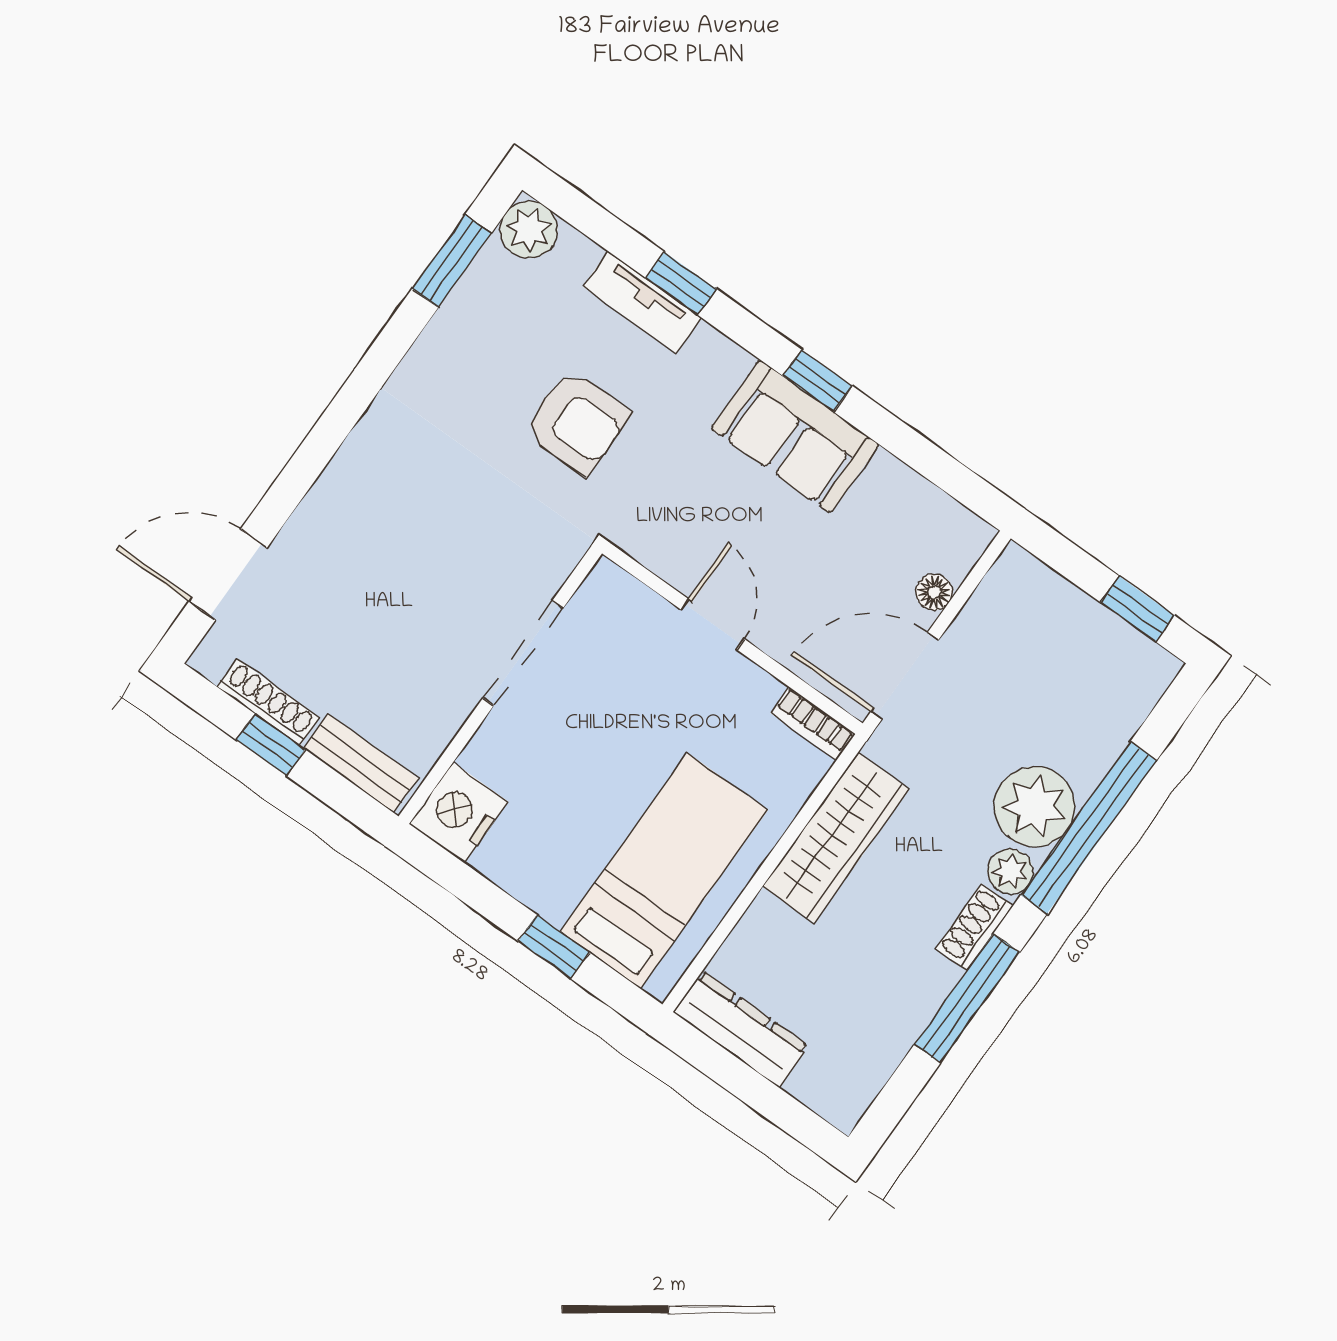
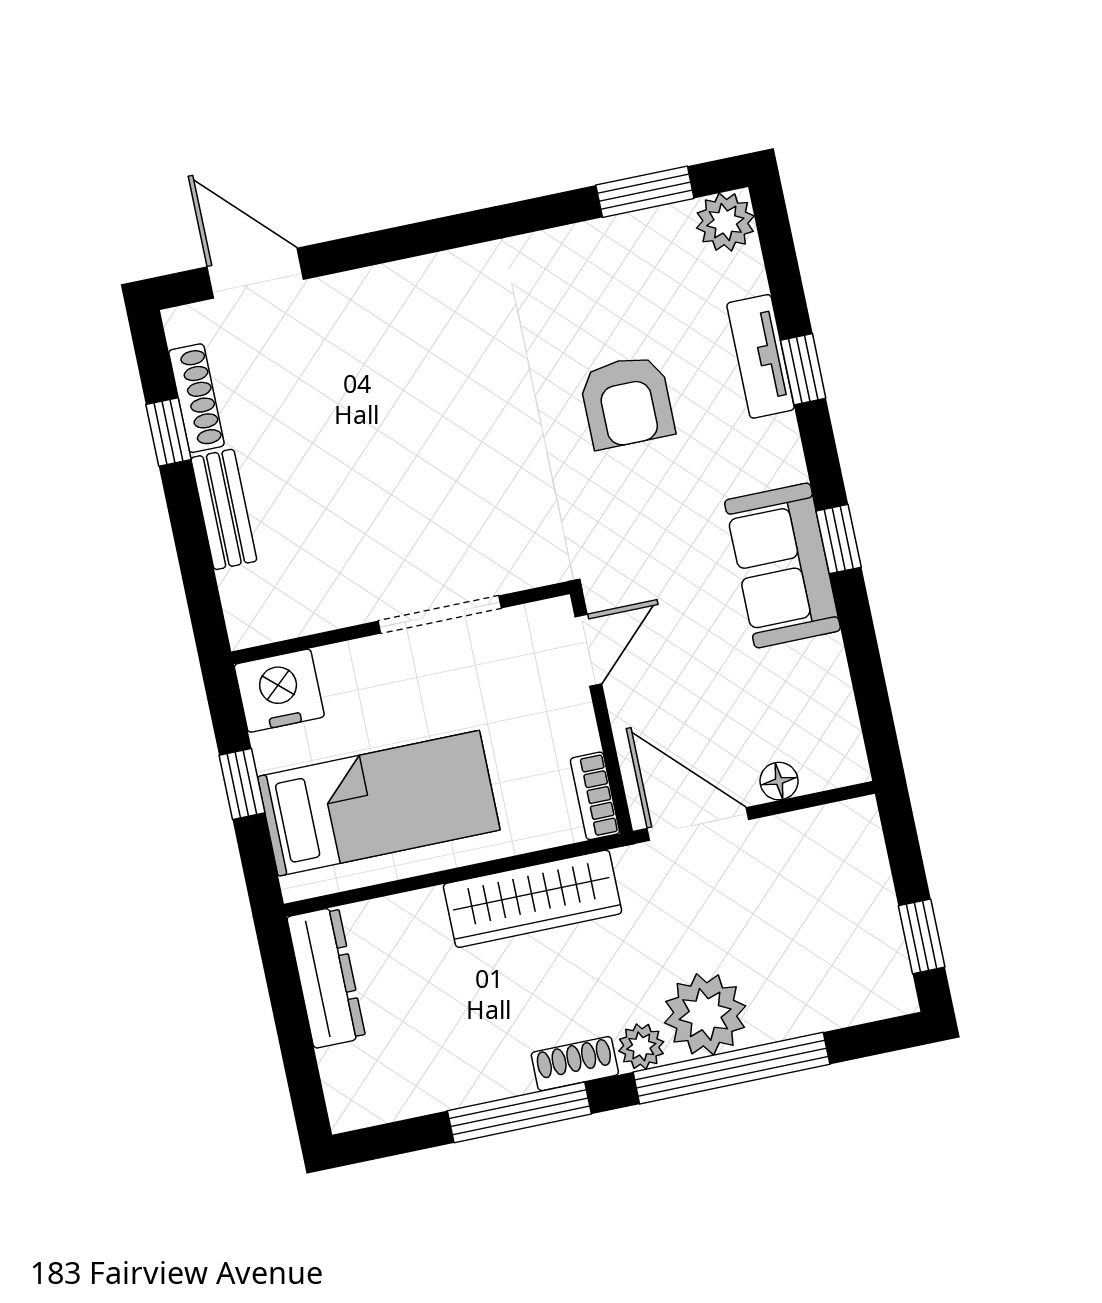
doorway: (523, 653) -> (440, 615), moved
wall: (500, 685) -> (400, 623), moved
nightstand: (459, 813) -> (279, 691), moved

